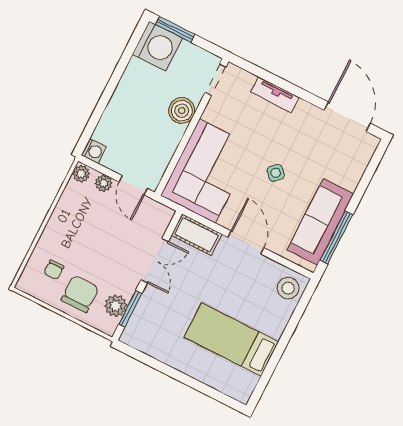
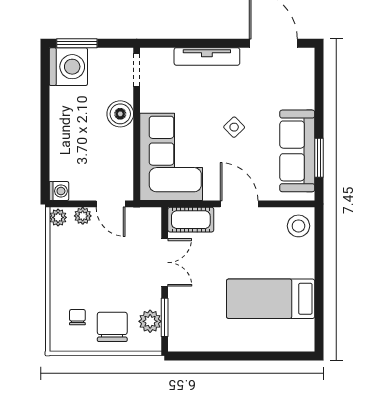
tv unit: (275, 95) -> (207, 56), width x1.41
window: (336, 237) -> (319, 158), width x0.69
chair: (54, 270) -> (77, 317), turned 180

